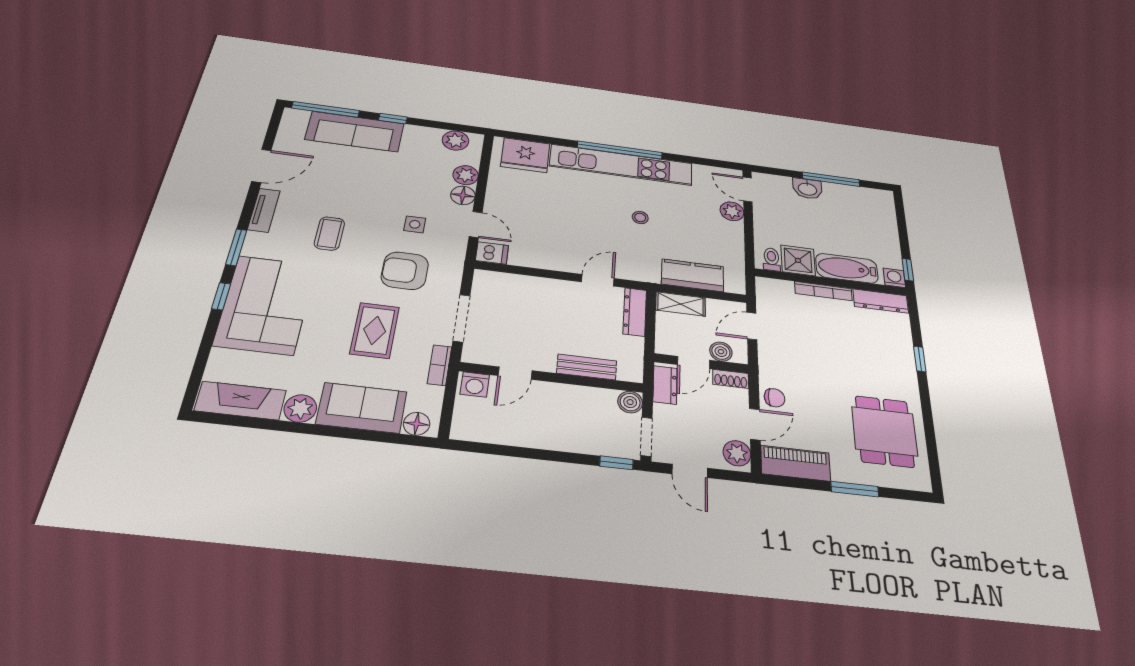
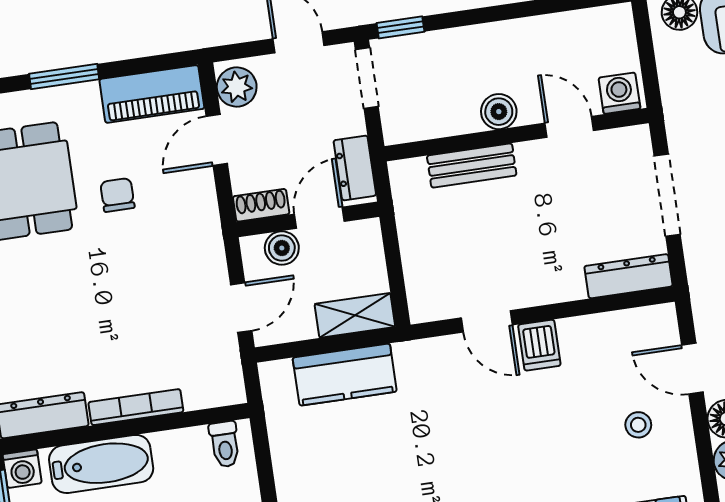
stool: (640, 217) -> (638, 425), moved
dishwasher: (492, 253) -> (539, 345), moved, turned -90
shower: (798, 260) -> (182, 455), removed
door: (598, 280) -> (487, 321), hinge flipped
dresser: (635, 312) -> (628, 276), moved, turned -90
bookcase: (439, 365) -> (676, 110), removed
door: (515, 373) -> (569, 127), hinge flipped
chair: (775, 398) -> (117, 195), moved, turned 90
boiler: (630, 402) -> (499, 112), moved

